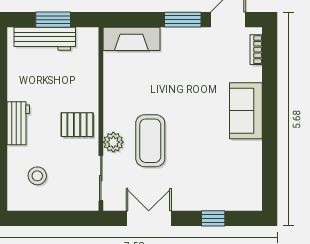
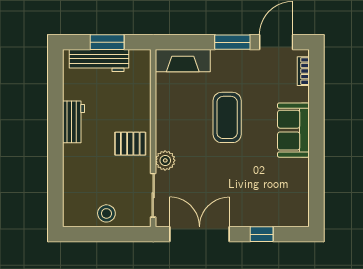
workbench: (18, 123) -> (73, 122), moved
coffee table: (150, 141) -> (227, 117), moved
stool: (37, 176) -> (106, 213), moved
double door: (149, 218) -> (200, 234), width x1.37

